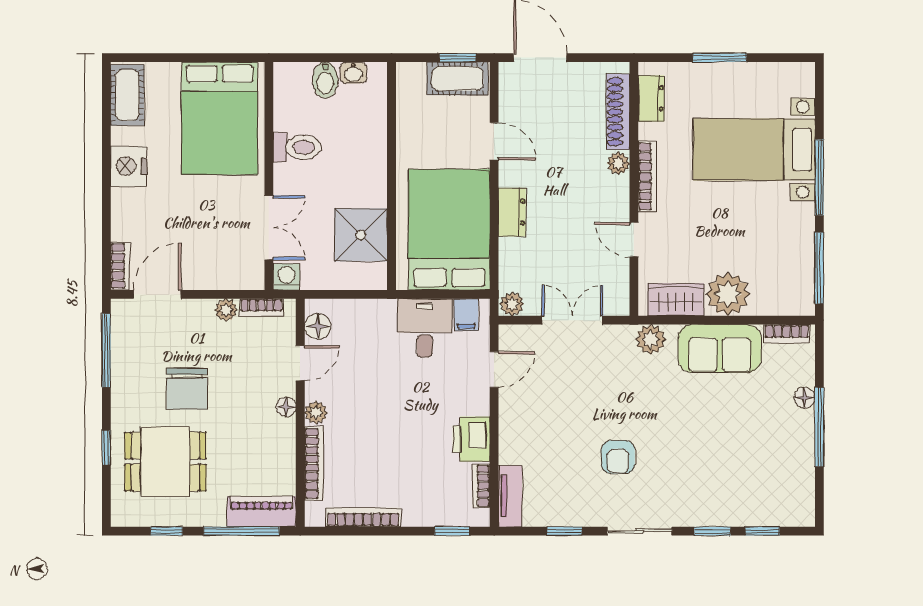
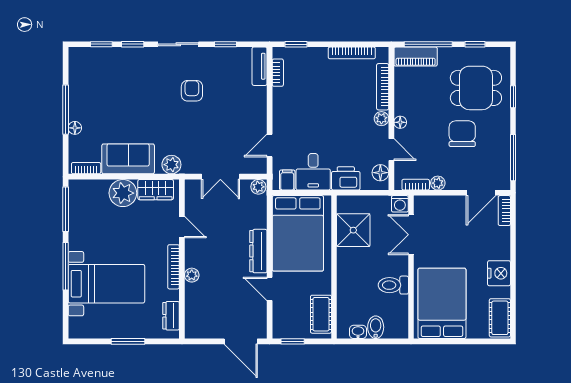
cot: (457, 79) -> (321, 314), moved, turned 90
shoe rack: (618, 112) -> (192, 307), removed
dresser: (512, 212) -> (258, 251), width x1.44
door: (300, 363) -> (391, 150), swing flipped
printer: (471, 439) -> (346, 178), moved, turned -90

